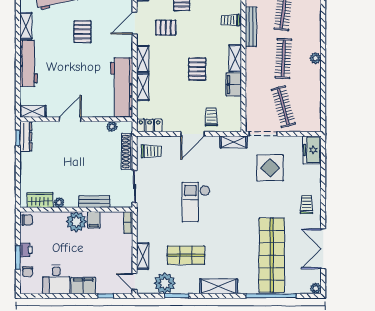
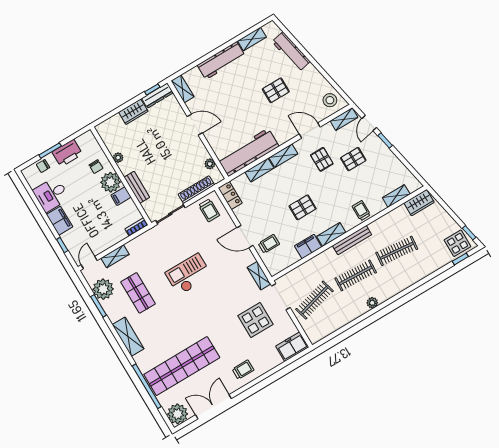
bench: (251, 27) -> (352, 240), moved
wardrobe: (40, 200) -> (133, 112), moved, turned 90
chair: (27, 220) -> (96, 167), moved
printer: (26, 250) -> (67, 153), width x1.87, depth x1.48
plant: (316, 288) -> (178, 414), width x1.87, depth x1.87

